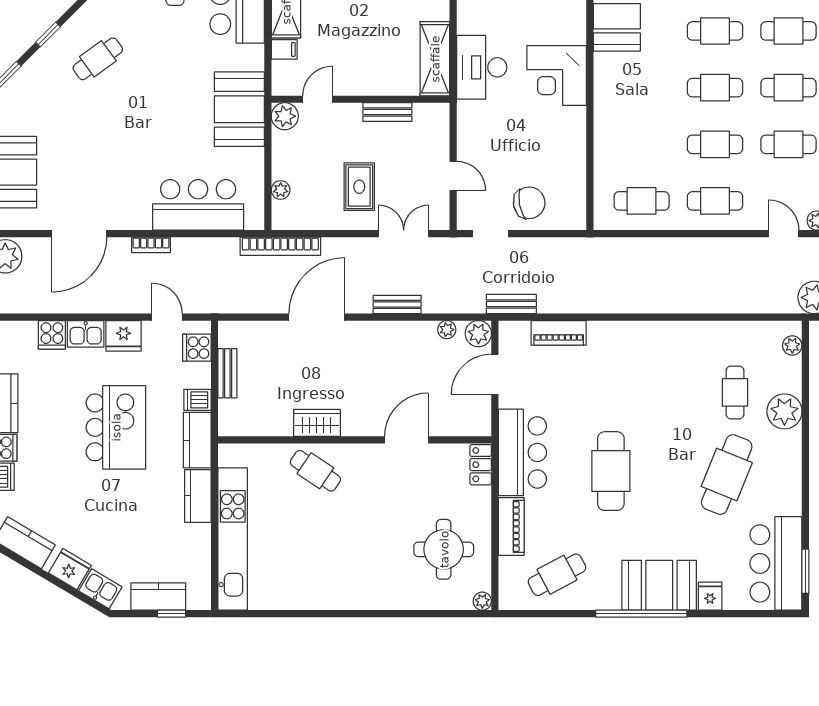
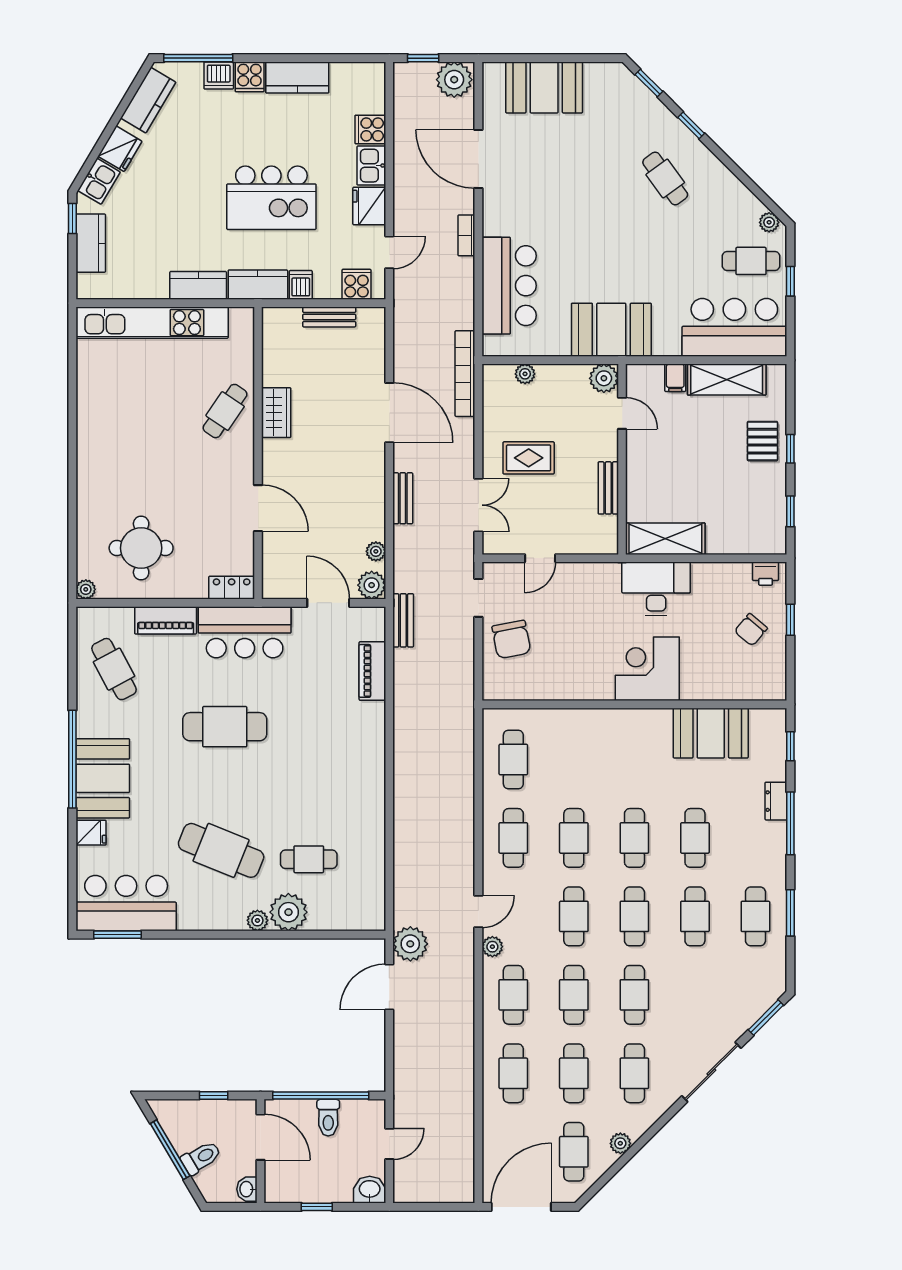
plant: (792, 345) -> (257, 920), moved
window: (171, 614) -> (72, 219), moved

